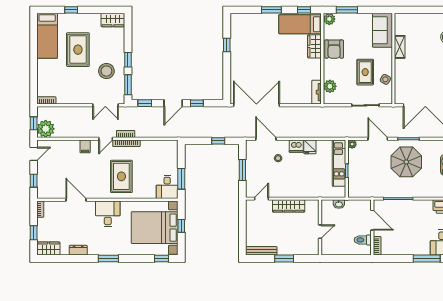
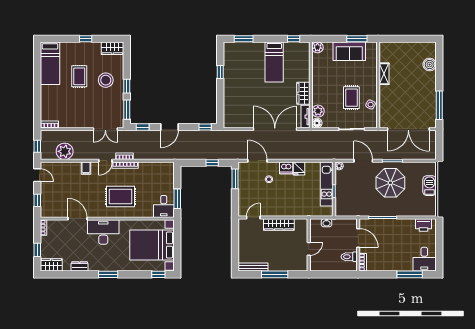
window: (71, 10) -> (86, 39), moved
window: (271, 10) -> (244, 39), moved
window: (347, 10) -> (357, 39), moved
bed: (300, 24) -> (274, 62), moved, turned -90
sofa: (382, 30) -> (349, 51), moved, turned -90
wardrobe: (314, 46) -> (303, 93), moved
armchair: (334, 49) -> (322, 76), removed
rug: (78, 50) -> (79, 76), width x0.73, depth x0.70
stool: (106, 71) -> (106, 80), moved
floor lamp: (329, 99) -> (317, 123), added
window: (197, 103) -> (205, 127), moved
double door: (256, 105) -> (275, 129), moved
plant: (46, 129) -> (65, 151), moved
door: (34, 154) -> (37, 175), hinge flipped
window: (242, 170) -> (235, 179), moved
rug: (121, 176) -> (120, 196), turned 90
desk: (108, 214) -> (103, 232), width x1.37
window: (181, 226) -> (177, 243), removed
window: (284, 259) -> (275, 274), width x1.44

